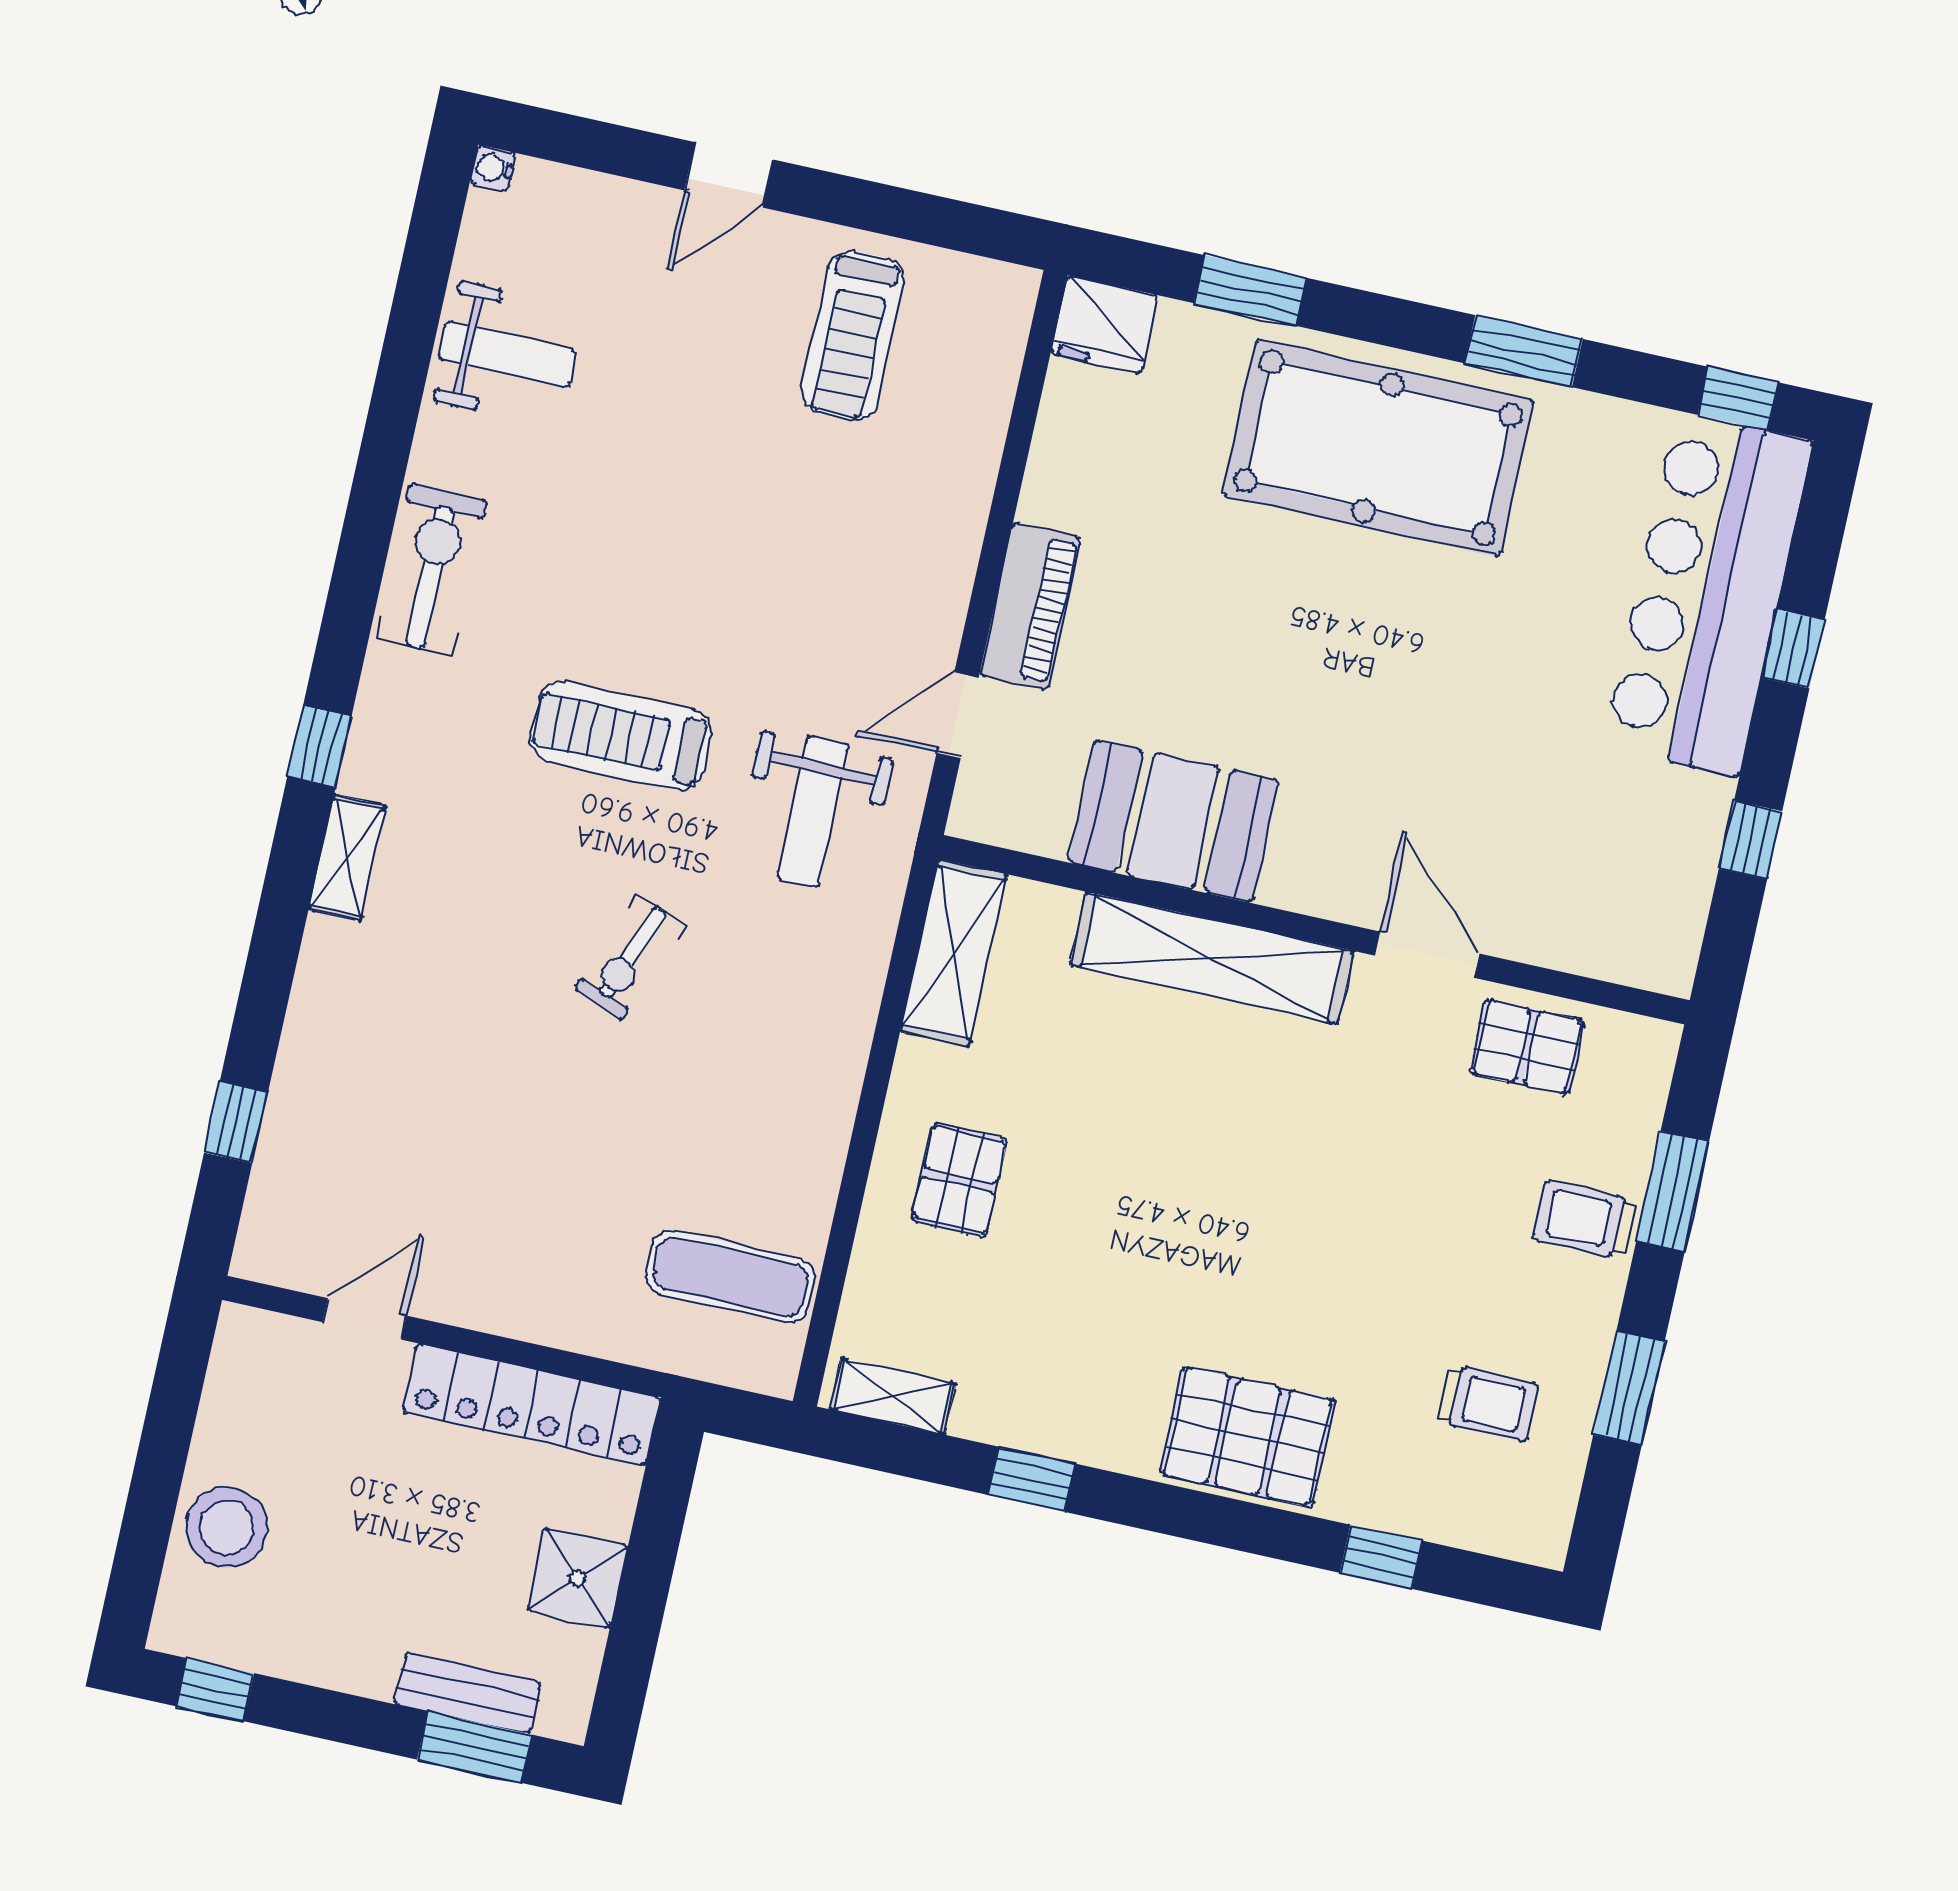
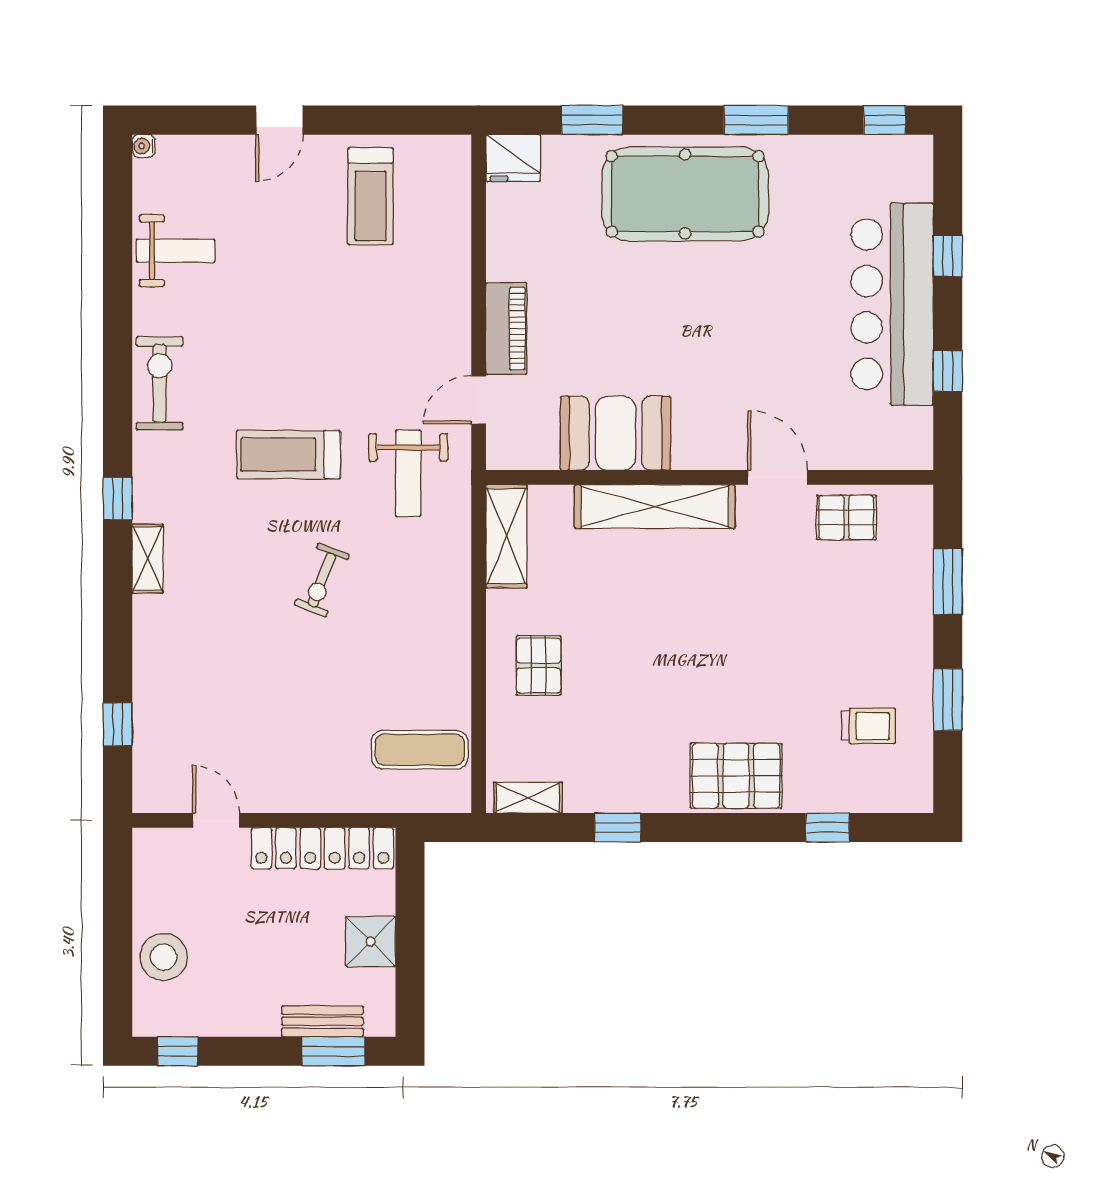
bar counter: (1708, 594) -> (892, 304), moved
trolley: (1585, 1220) -> (901, 609), removed
door: (365, 1319) -> (216, 820), hinge flipped

